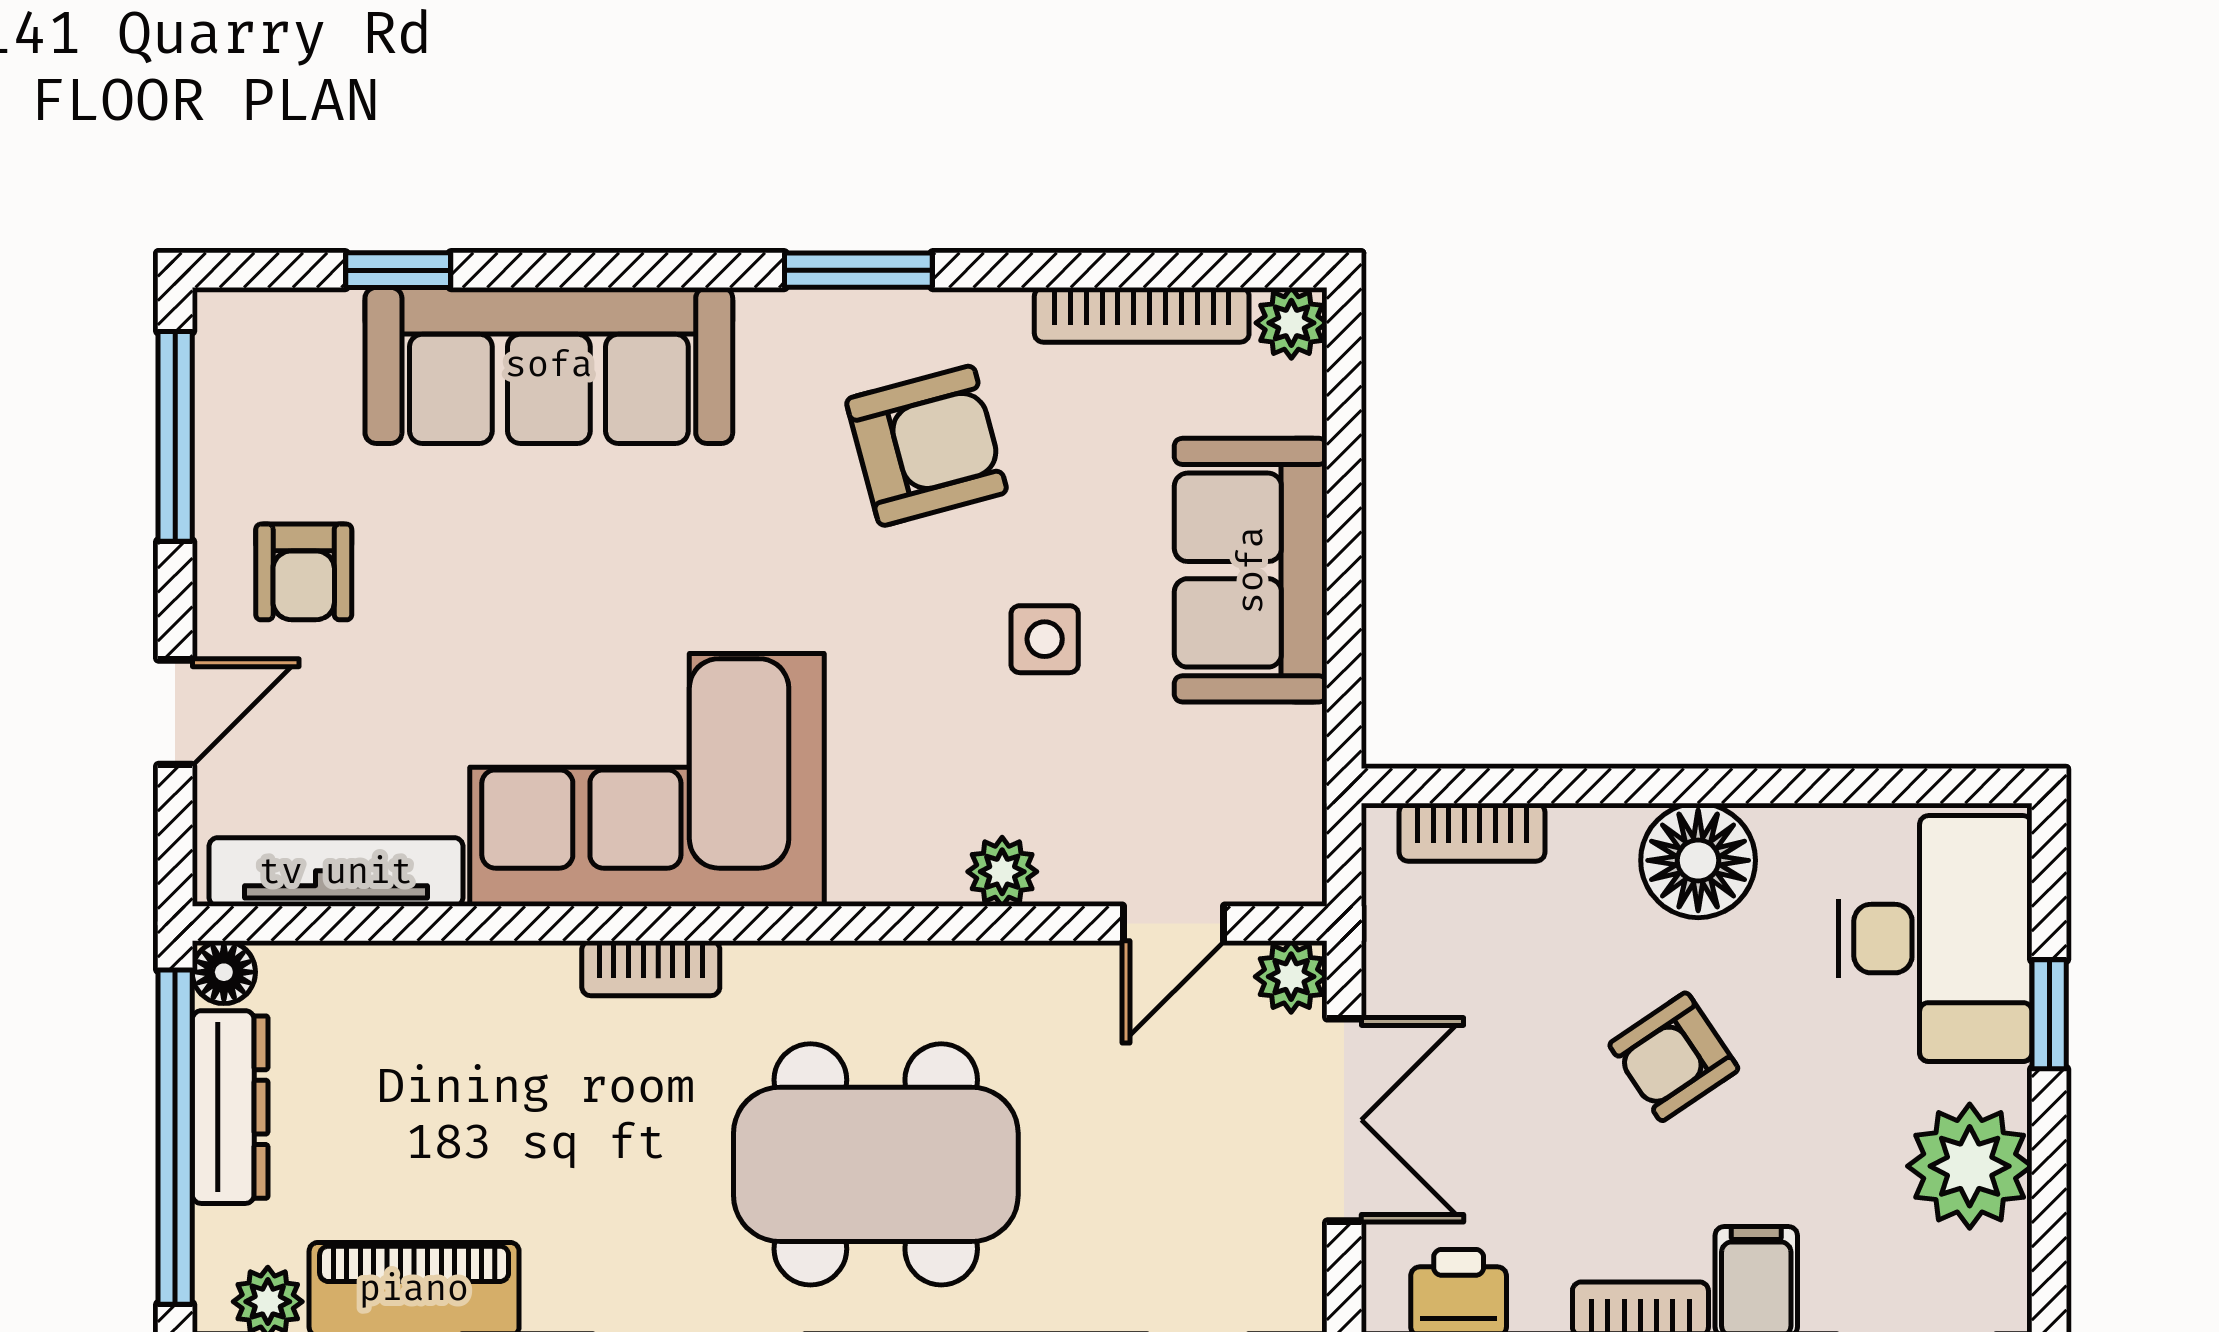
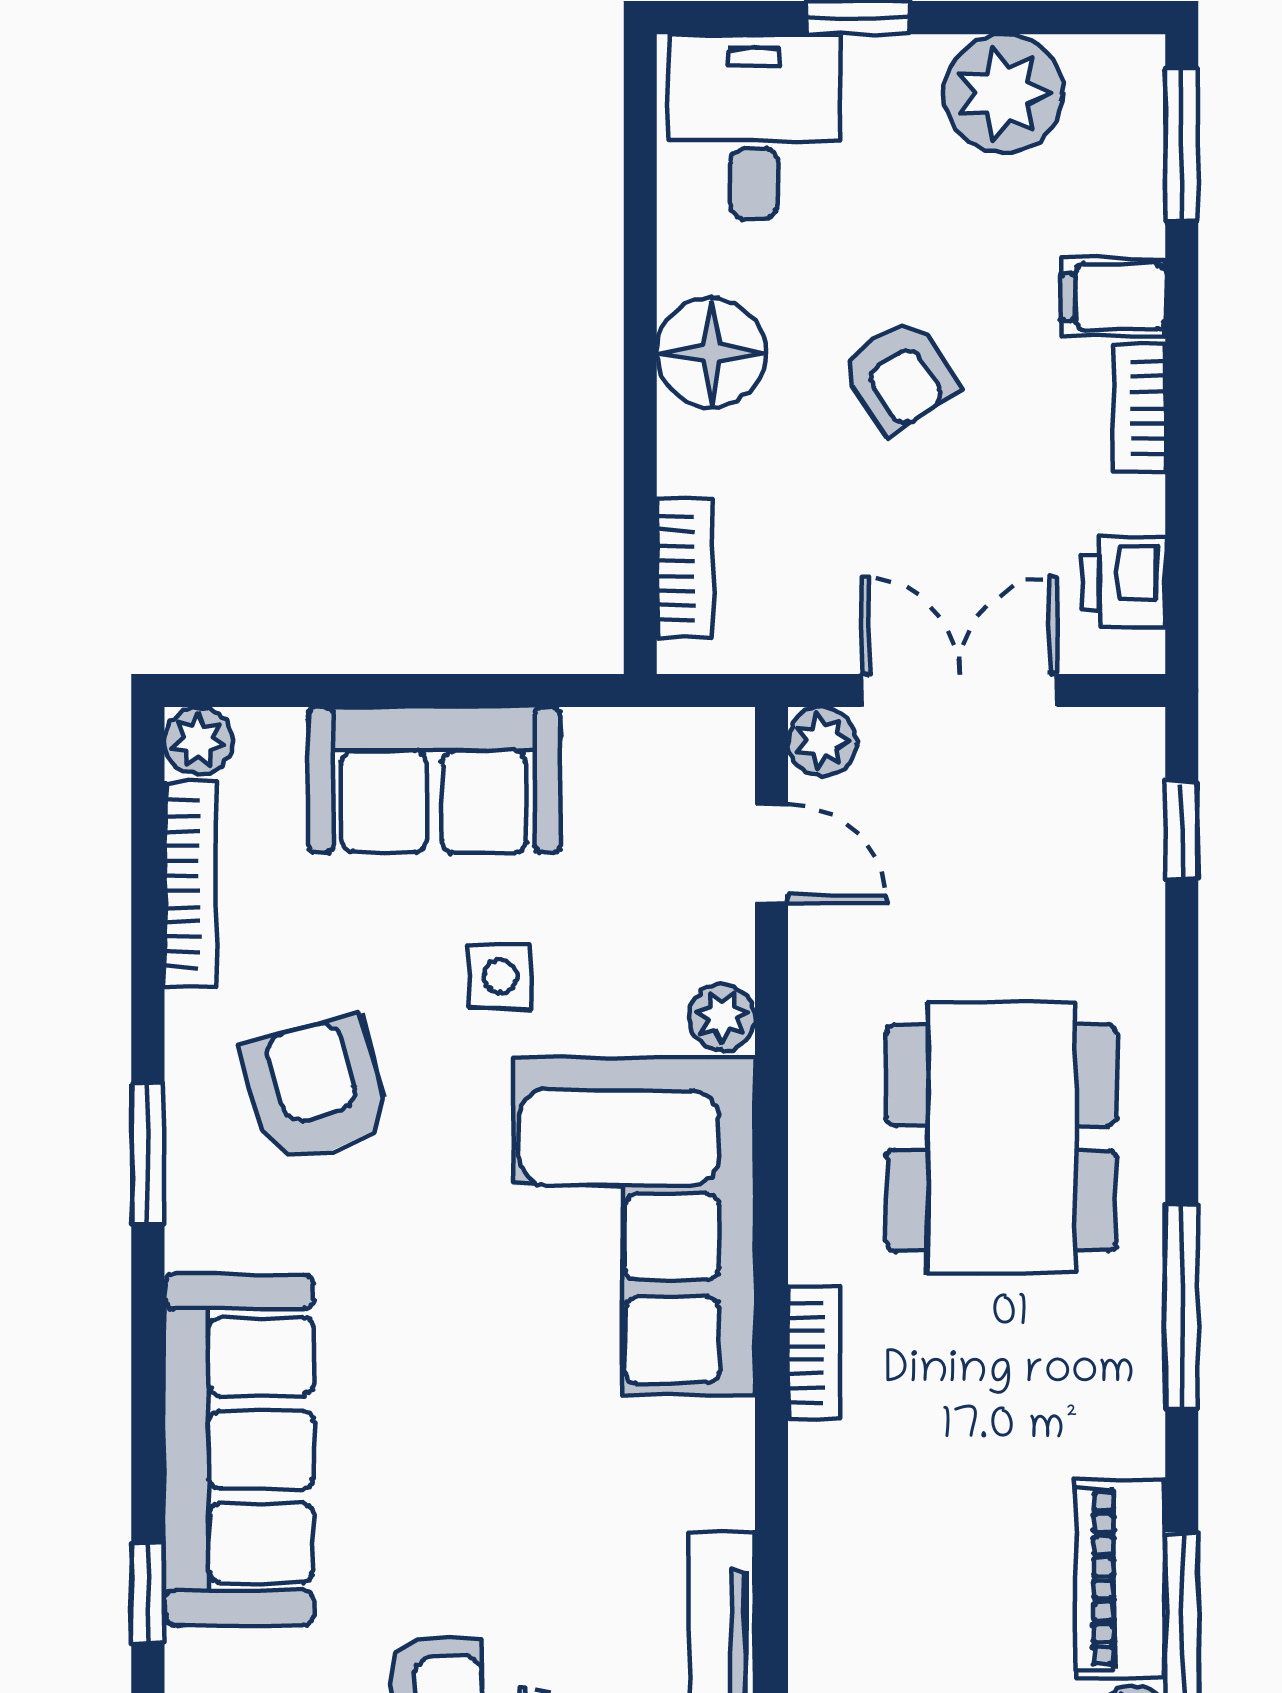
corner sofa: (647, 780) -> (634, 1226), moved
desk: (1935, 939) -> (754, 126), width x0.73

